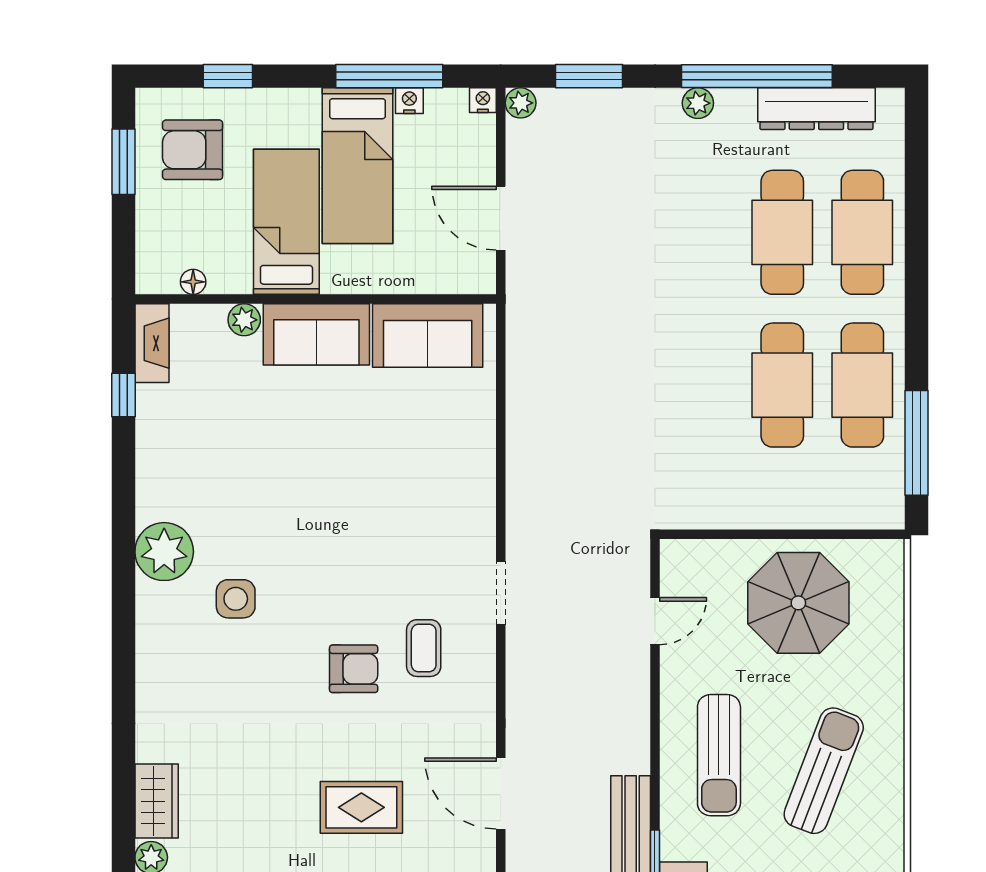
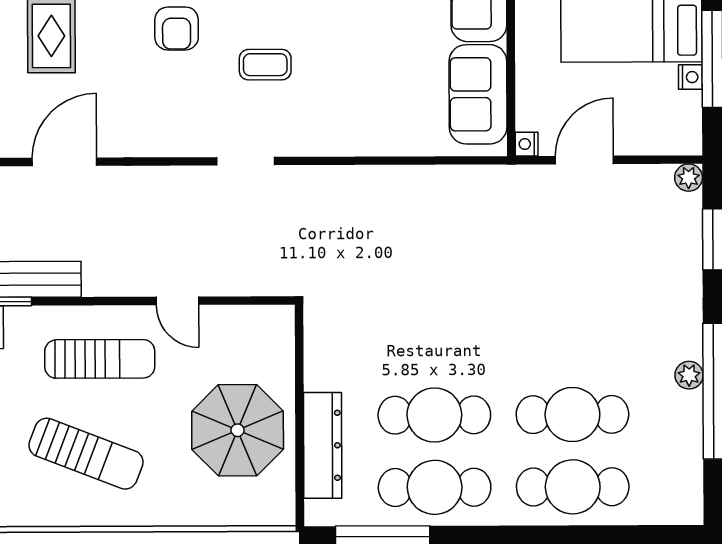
nightstand: (483, 100) -> (527, 144), moved, turned 180
plant: (698, 103) -> (689, 375), moved
dresser: (816, 109) -> (323, 445), moved, turned 180
door: (655, 621) -> (177, 301), moved
coffee table: (424, 648) -> (265, 65), moved
sun lounger: (719, 755) -> (100, 359), turned 180

